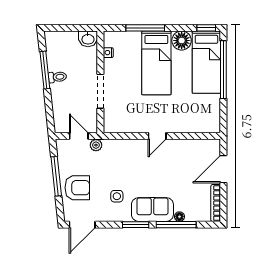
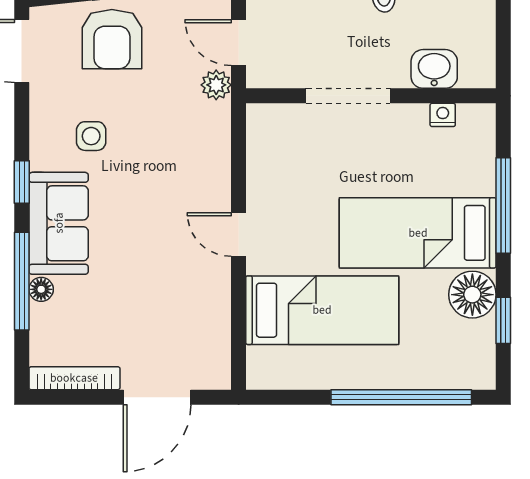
window: (206, 28) -> (503, 320), moved
washbasin: (88, 39) -> (434, 69), moved, turned 90
bed: (206, 62) -> (322, 310), moved, turned 180
door: (79, 136) -> (239, 43), swing flipped
door: (223, 169) -> (157, 397), swing flipped
window: (136, 225) -> (22, 182), width x0.67

